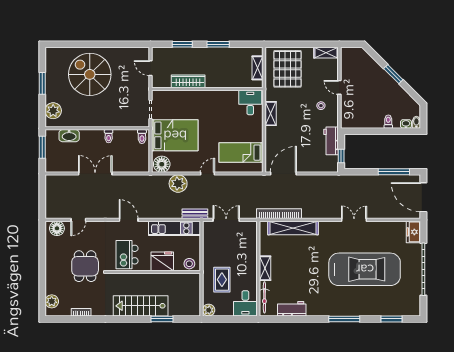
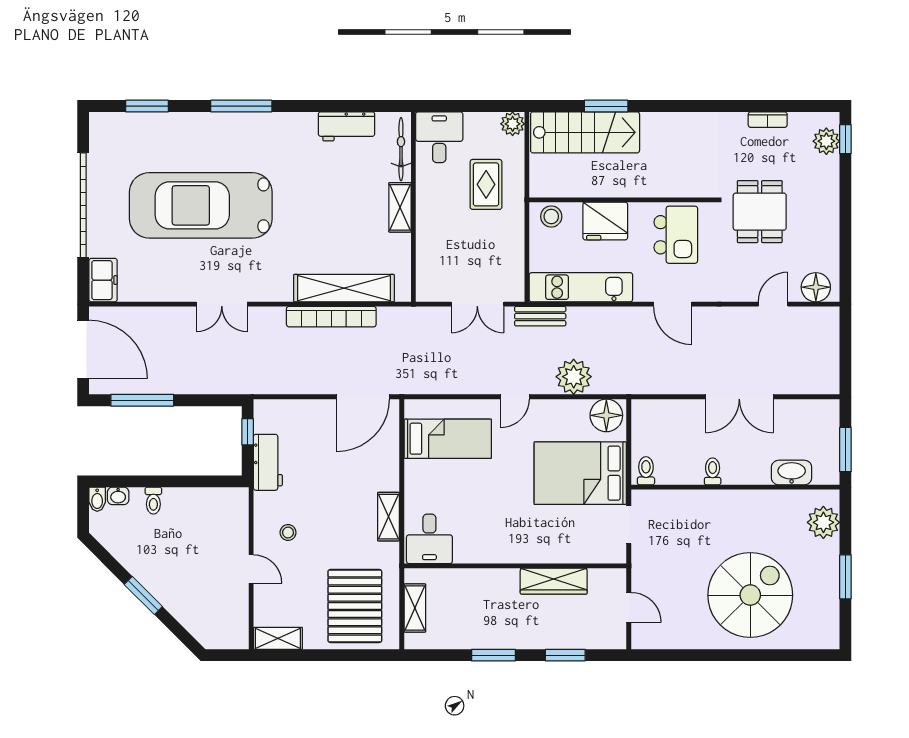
spiral stairs: (90, 74) -> (750, 595), turned -90
bookcase: (279, 214) -> (331, 317), moved
window: (42, 302) -> (845, 139), added
stairs: (141, 306) -> (585, 132), moved

